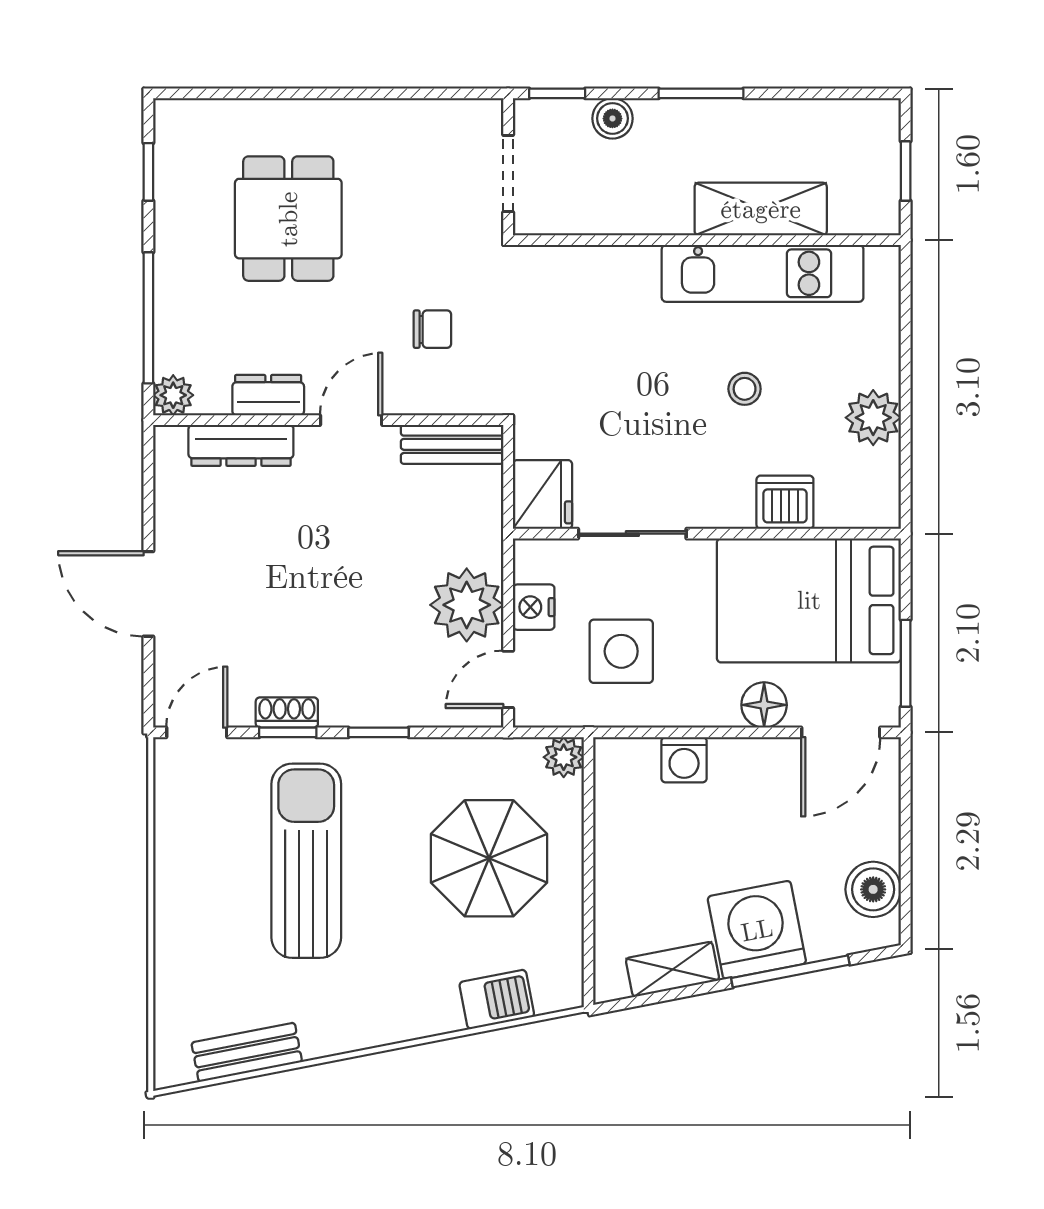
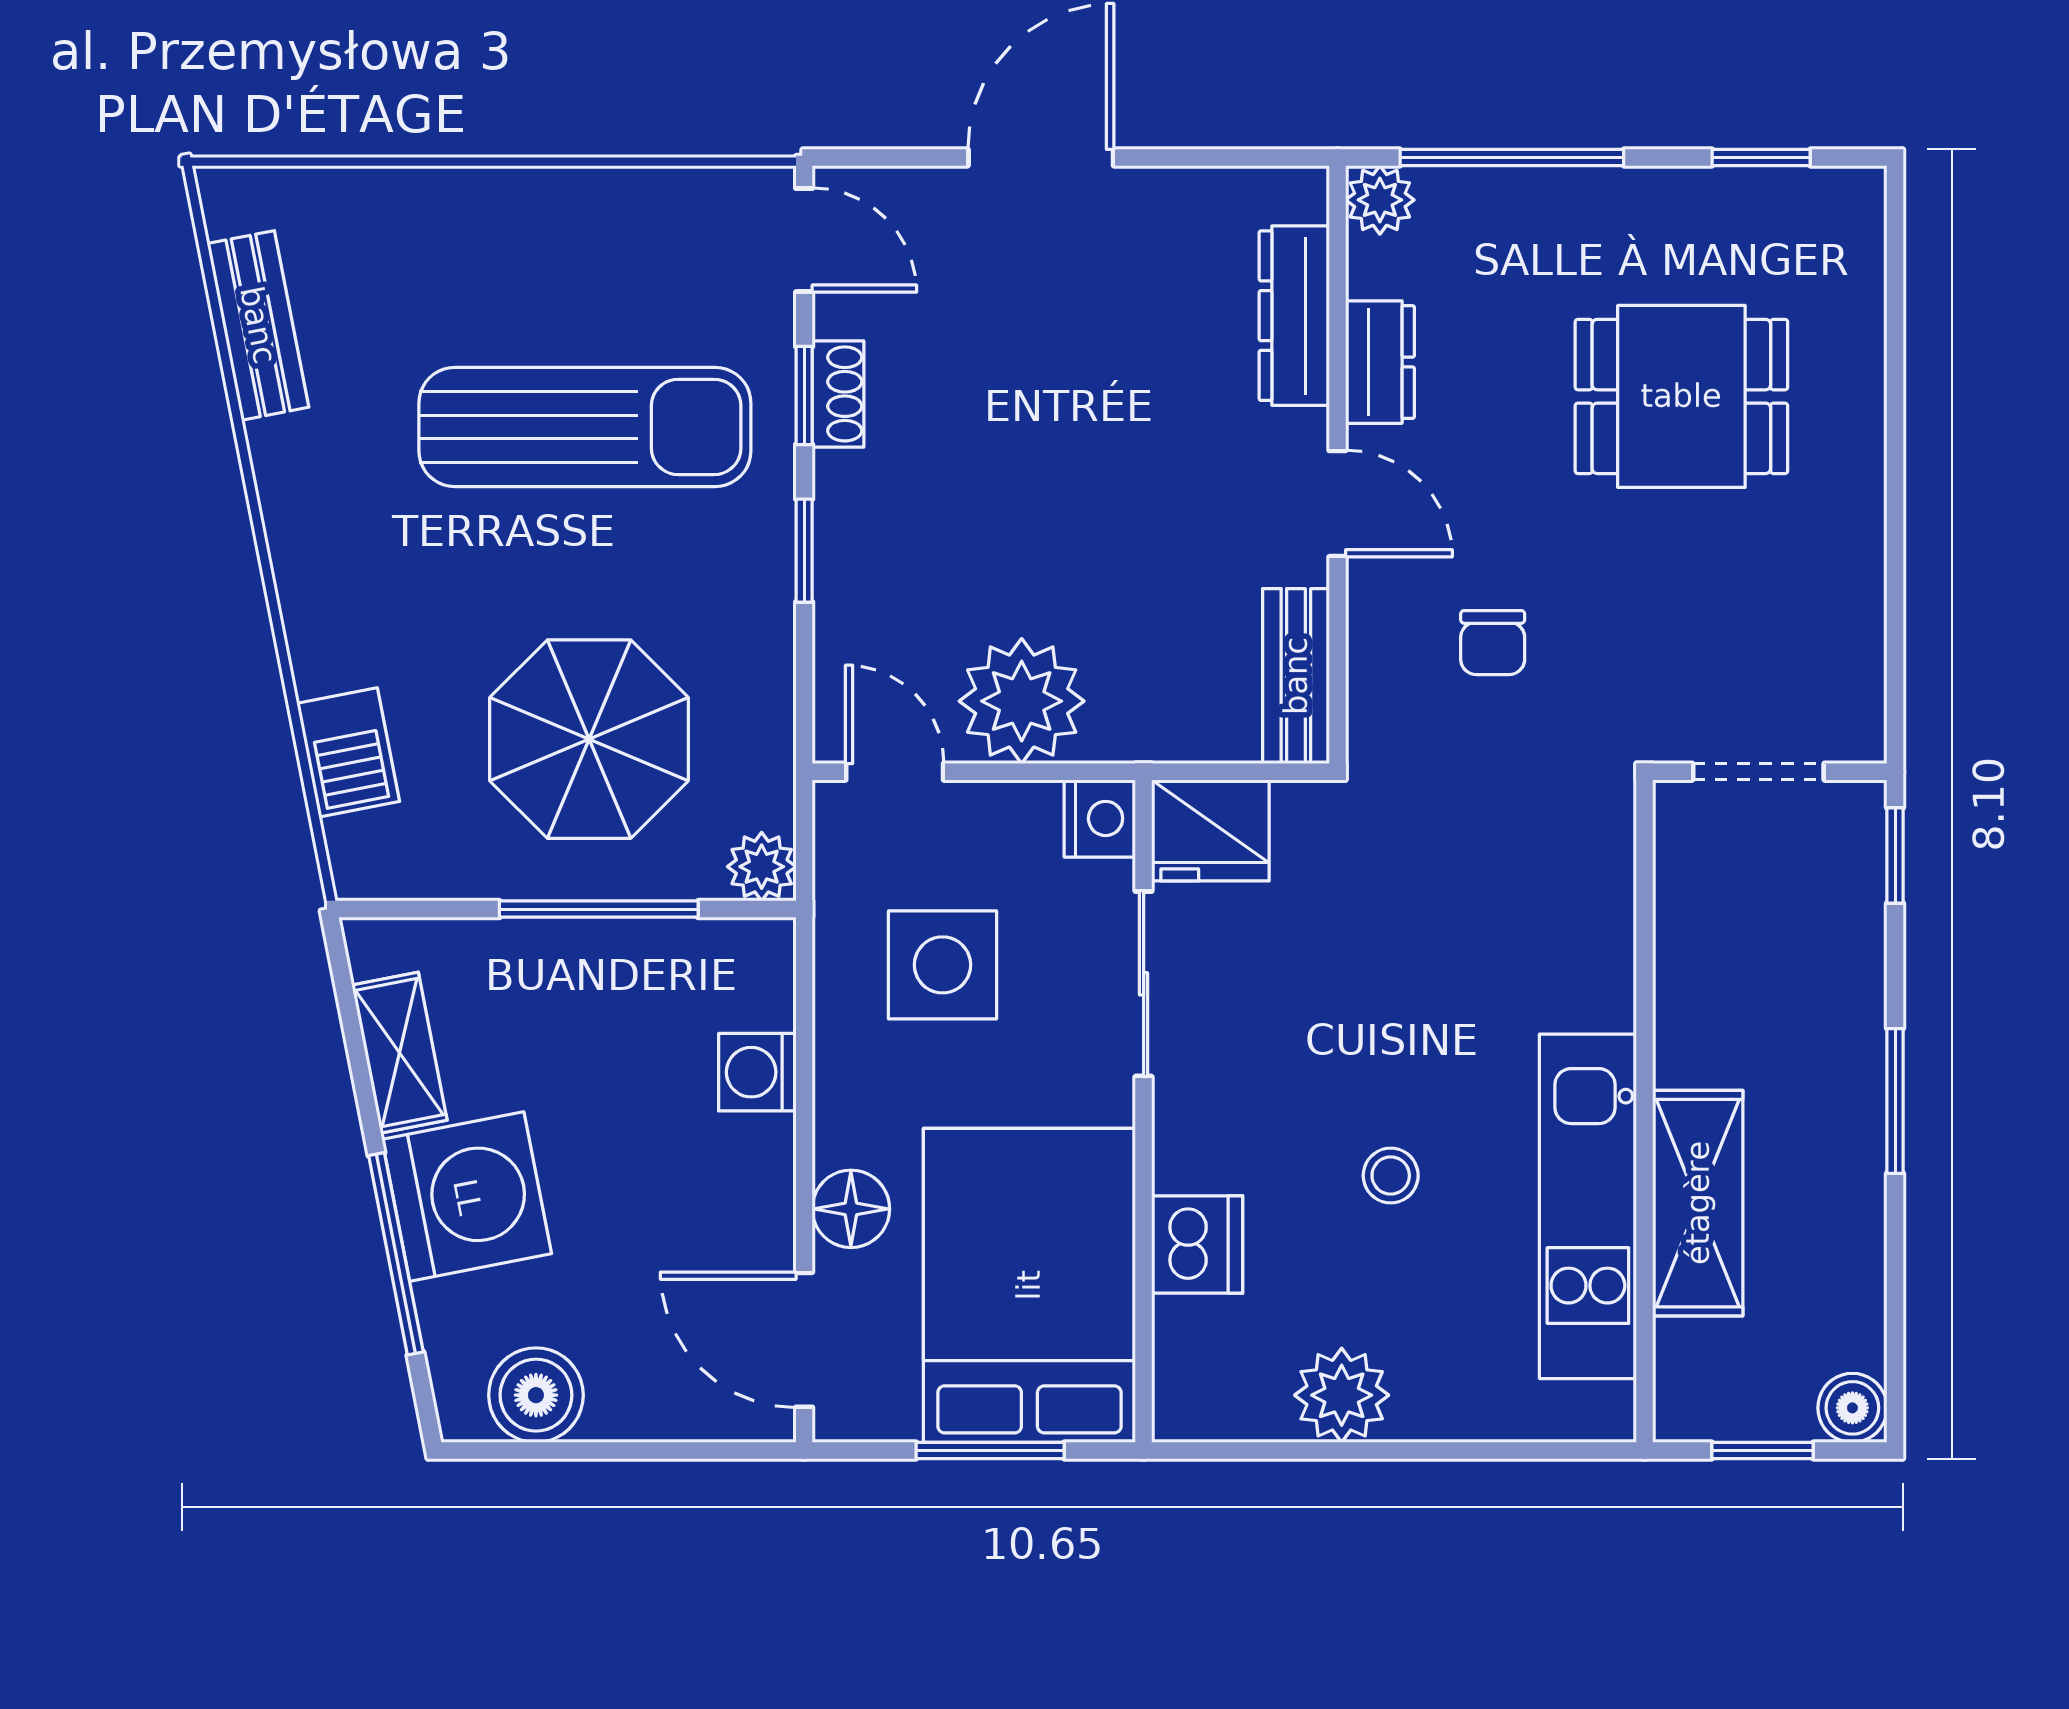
boiler: (612, 118) -> (1852, 1408), moved
nightstand: (534, 607) -> (1100, 818), moved, turned 90
window: (906, 663) -> (990, 1450), moved
window: (589, 853) -> (599, 909), added

